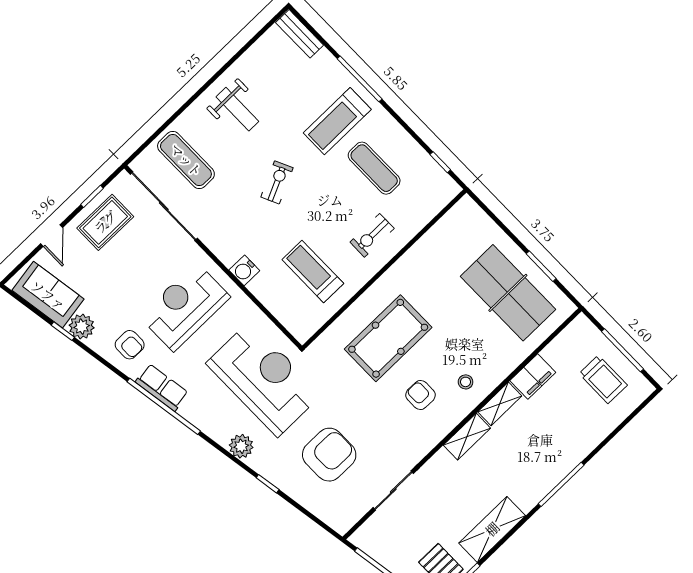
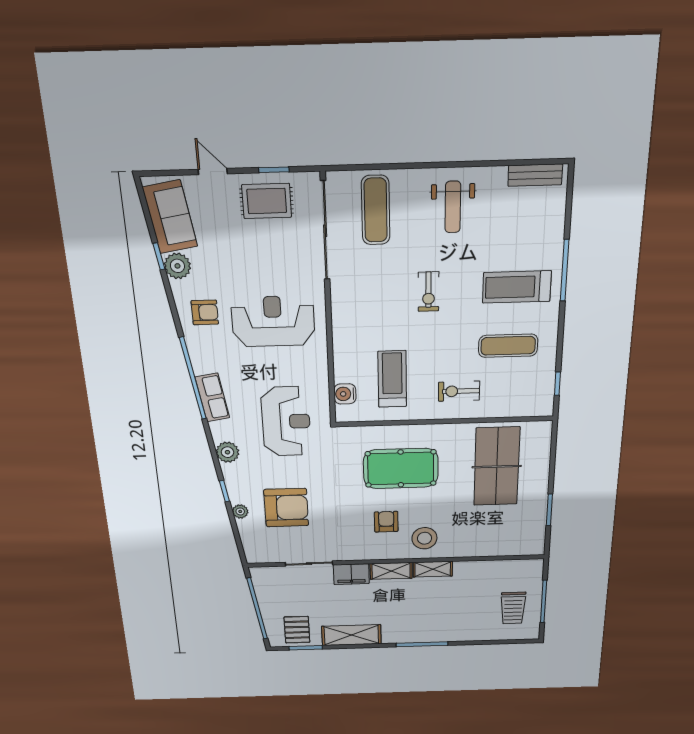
bench: (300, 34) -> (535, 175), moved, turned 90
exercise mat: (374, 168) -> (508, 346), turned 90
exercise bike: (277, 182) -> (428, 292), turned 115
door: (52, 236) -> (213, 172), swing flipped
water cooler: (244, 270) -> (345, 394), moved
table tennis table: (508, 293) -> (497, 467), moved
armchair: (130, 345) -> (205, 312), turned -90
filing cabinet: (533, 377) -> (351, 574), moved
reception desk: (264, 379) -> (286, 421), width x0.74, depth x0.77
stool: (466, 382) -> (424, 538), width x1.89, depth x1.89
row of seats: (162, 387) -> (212, 397), moved
plant: (296, 491) -> (240, 511), added

